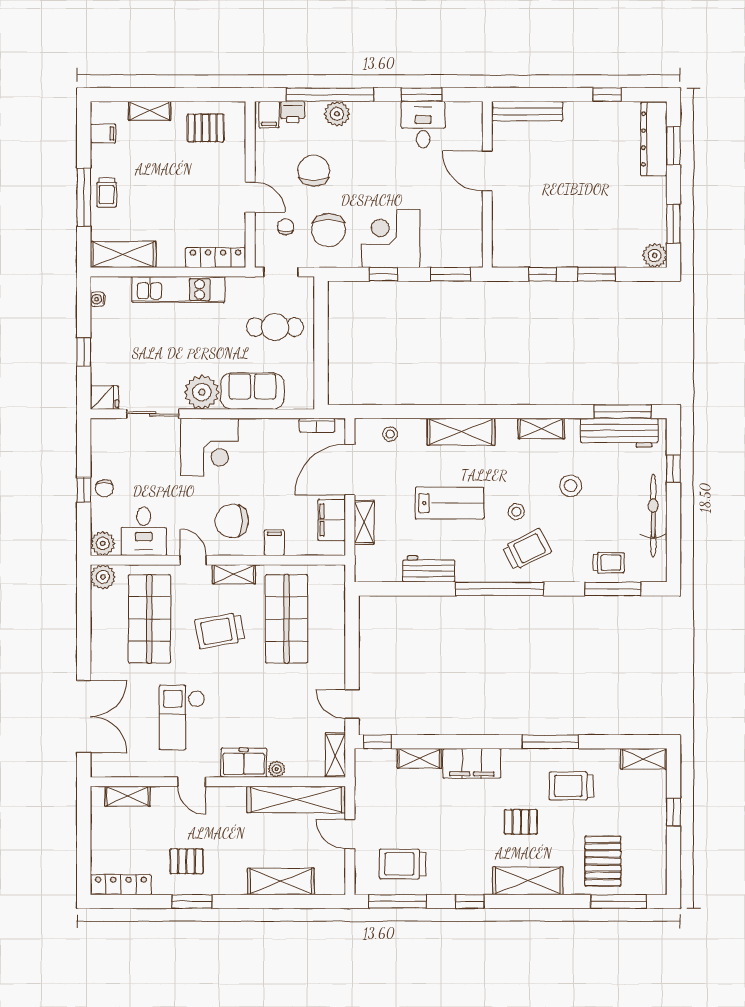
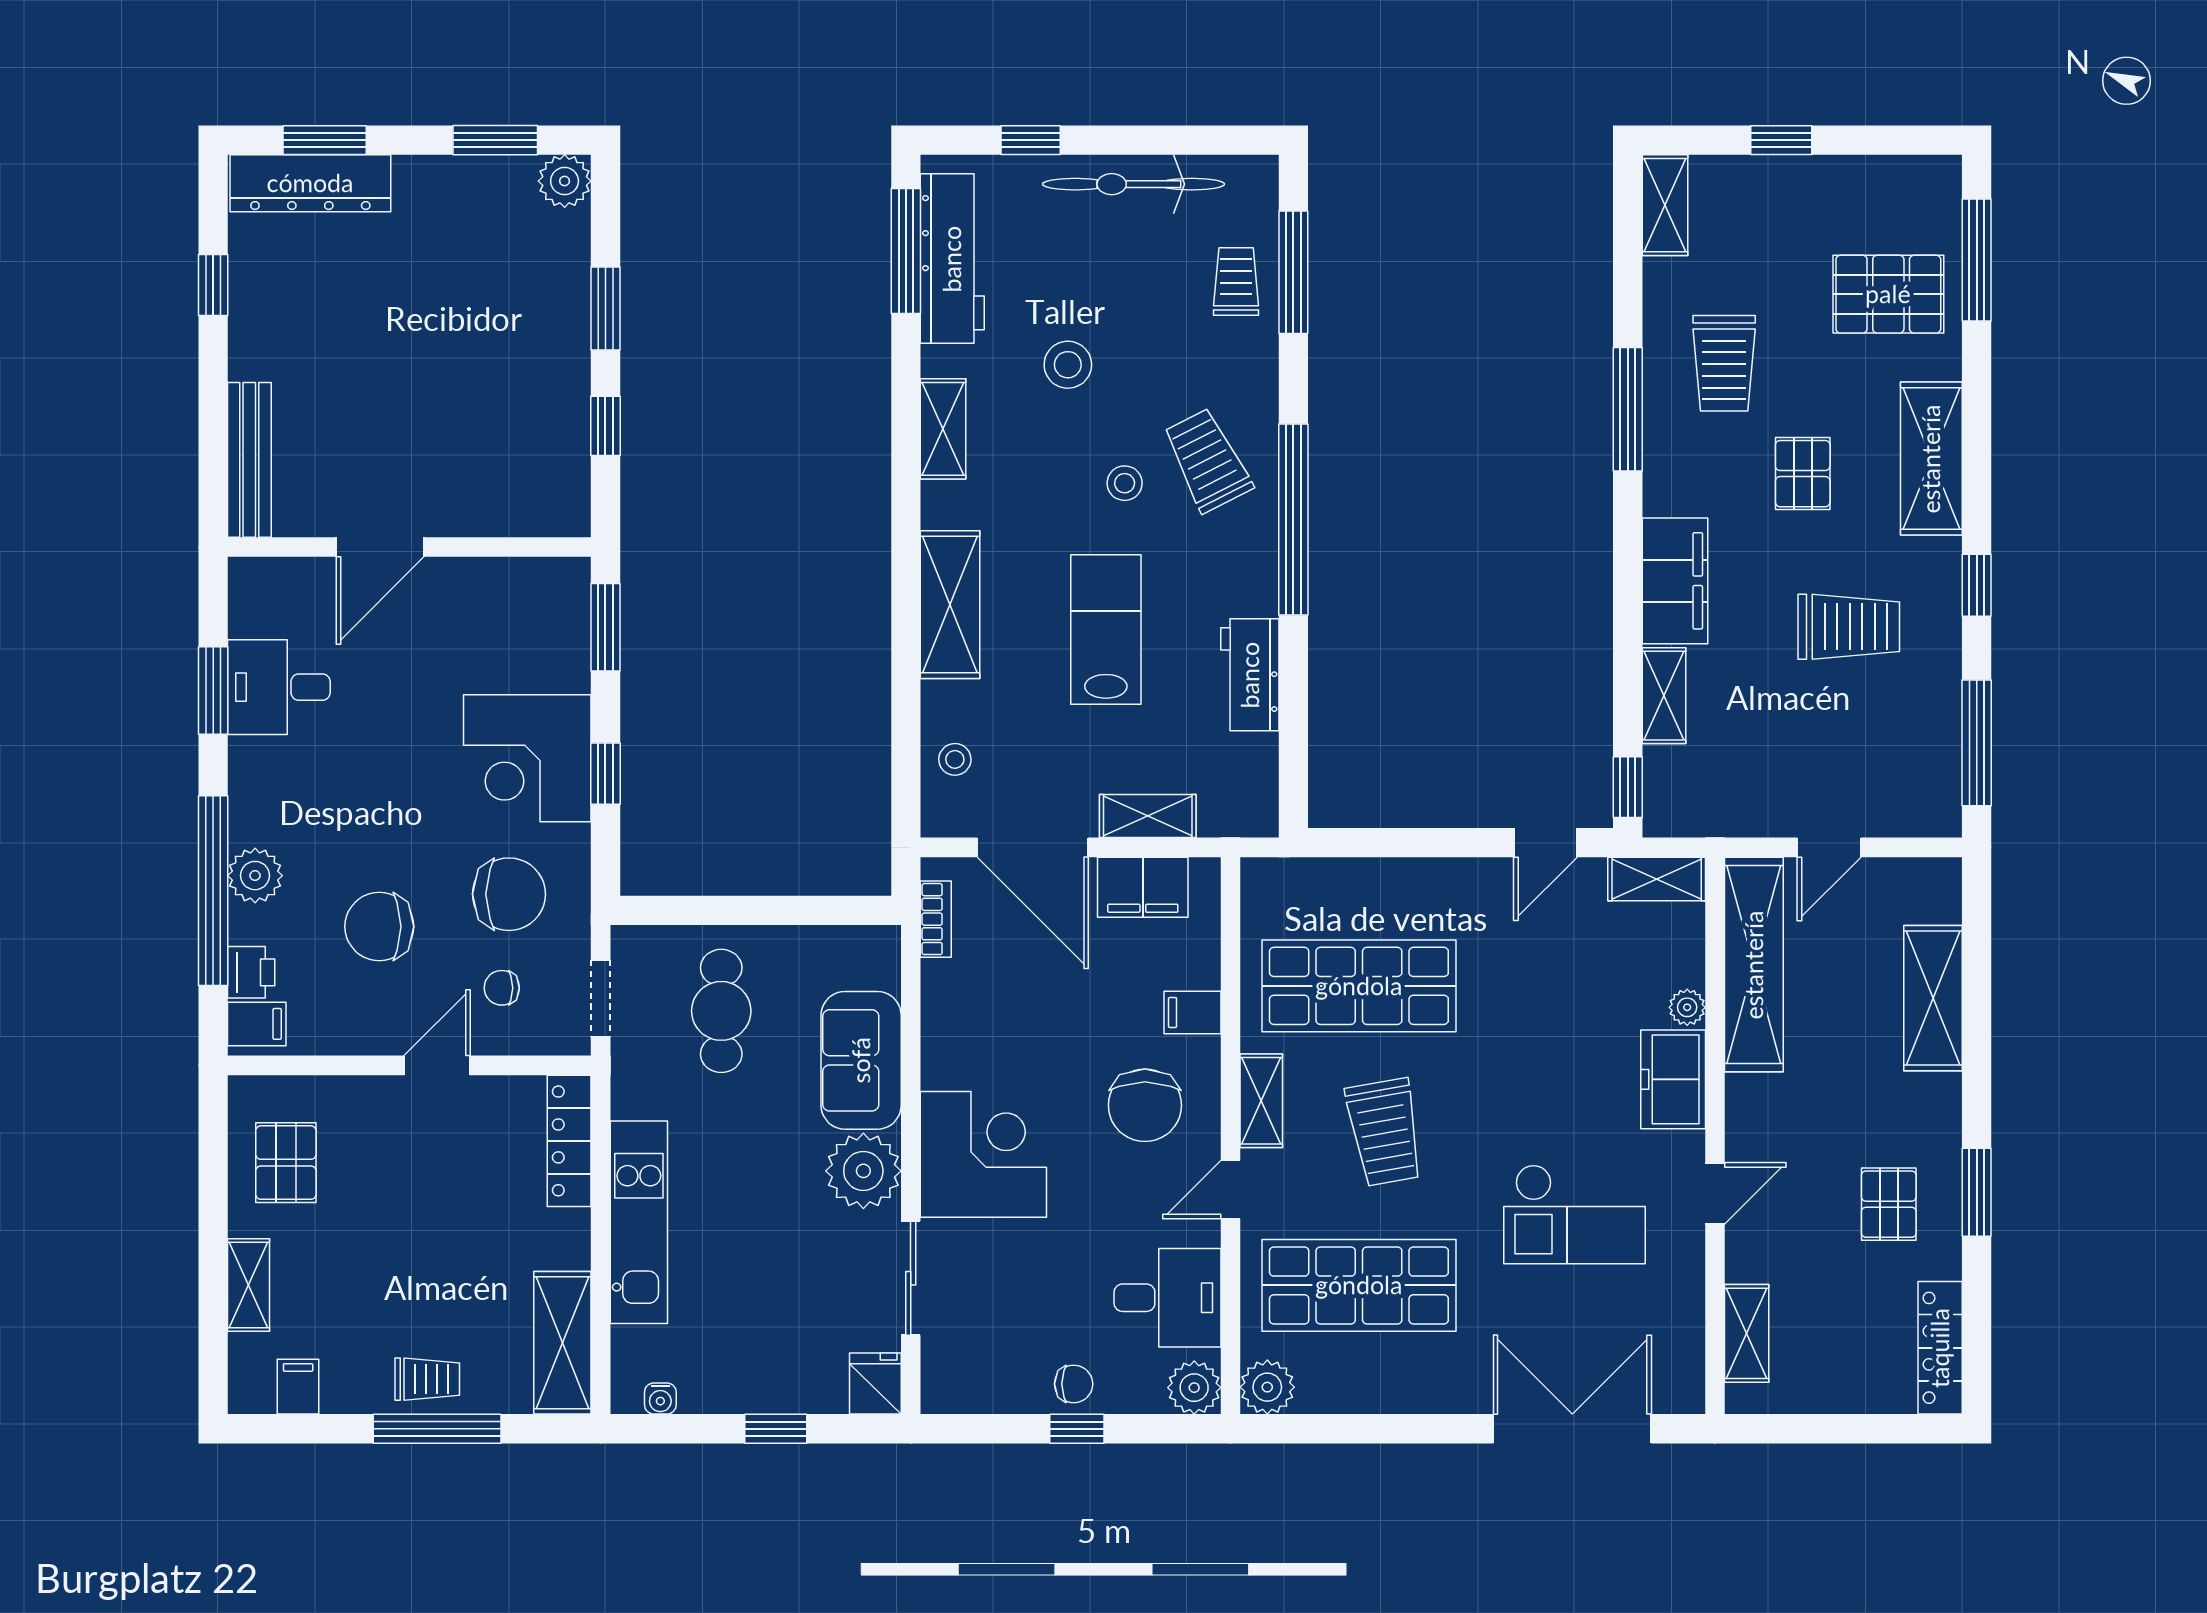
trolley: (403, 864) -> (1849, 627), moved, turned -90

